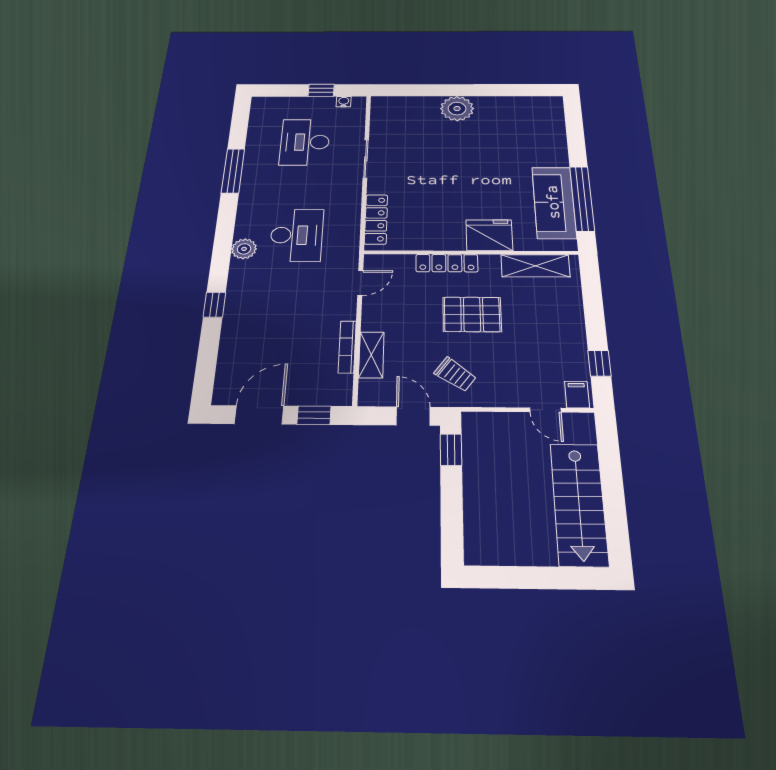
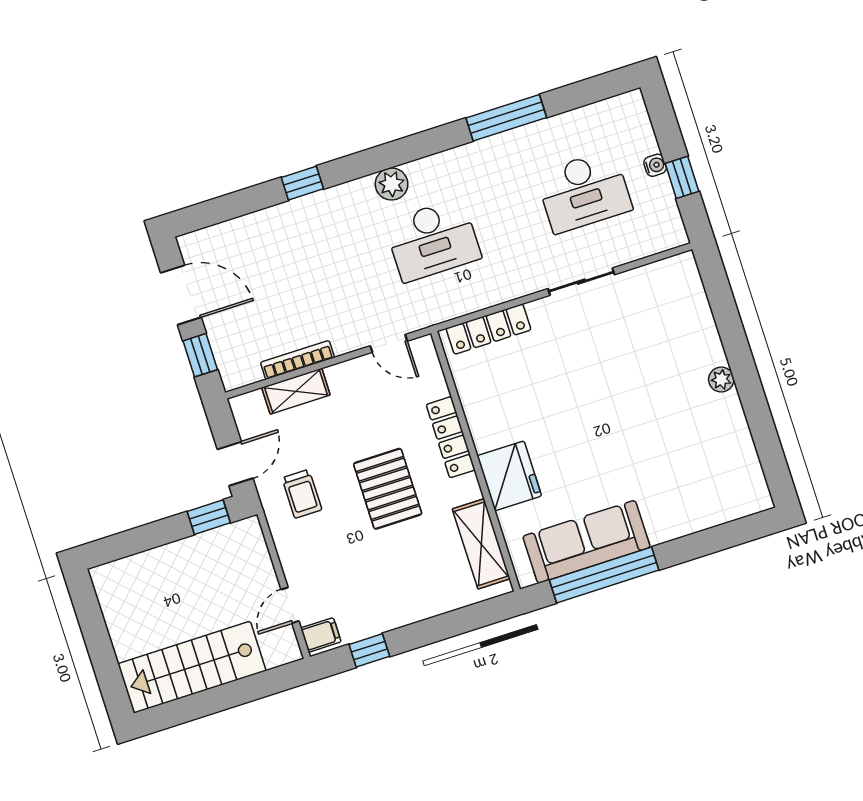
water cooler: (344, 102) -> (655, 165), moved
plant: (457, 109) -> (721, 379), width x0.53, depth x0.53
desk: (305, 142) -> (584, 191), turned 180
trolley: (455, 374) -> (302, 494), turned -36

